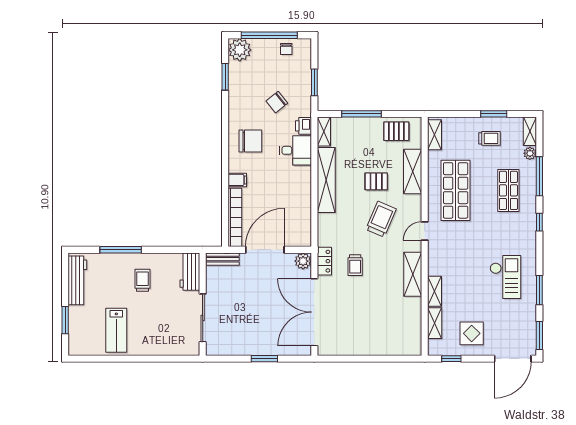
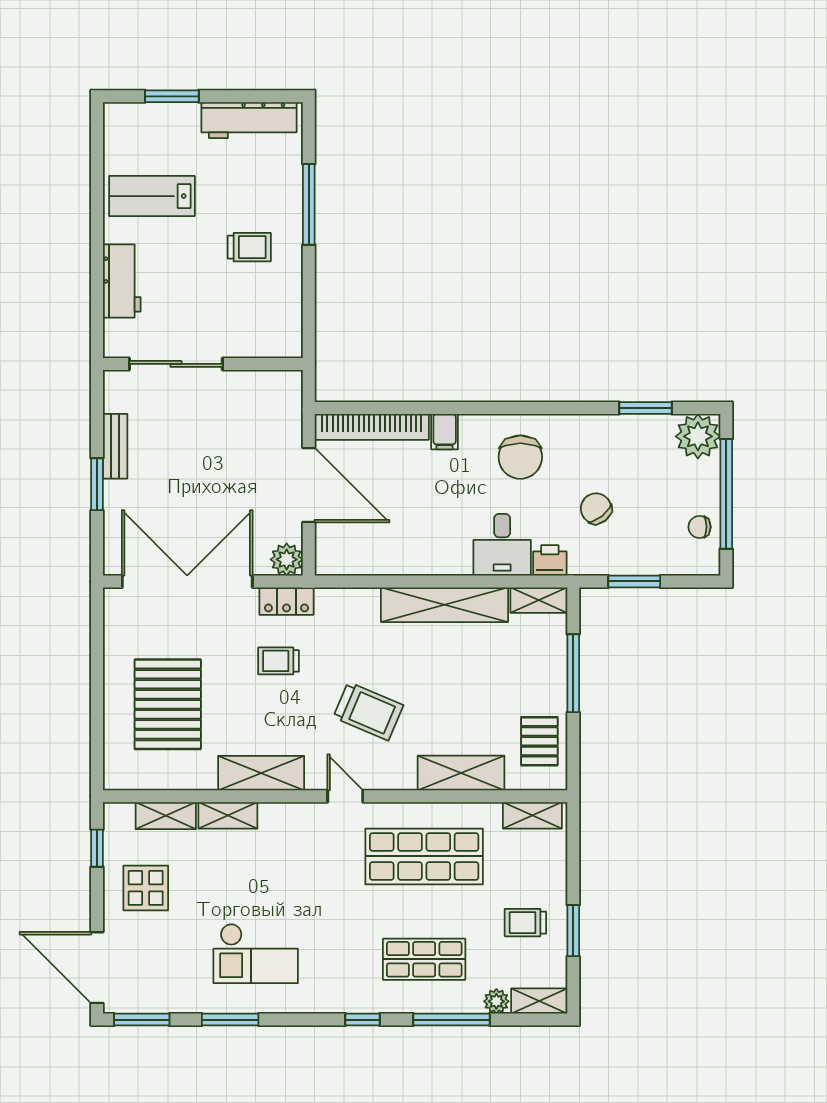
trolley: (490, 138) -> (525, 923), turned 90
pallet: (376, 181) -> (168, 704), moved, width x2.05, depth x2.00
bench: (223, 259) -> (115, 446), moved
workbench: (190, 272) -> (122, 281), moved, turned 90

